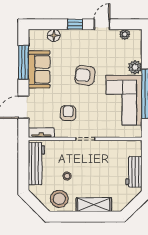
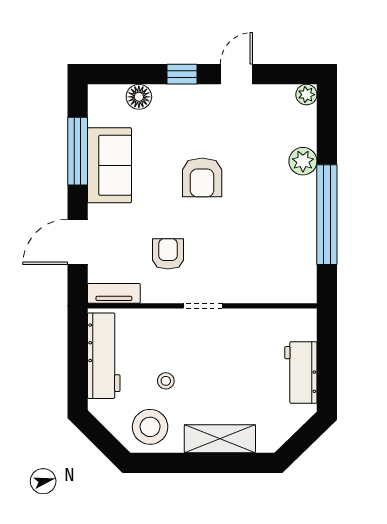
plant: (125, 34) -> (306, 95), moved
armchair: (85, 75) -> (202, 177), turned -98
corner sofa: (124, 100) -> (281, 228), removed

